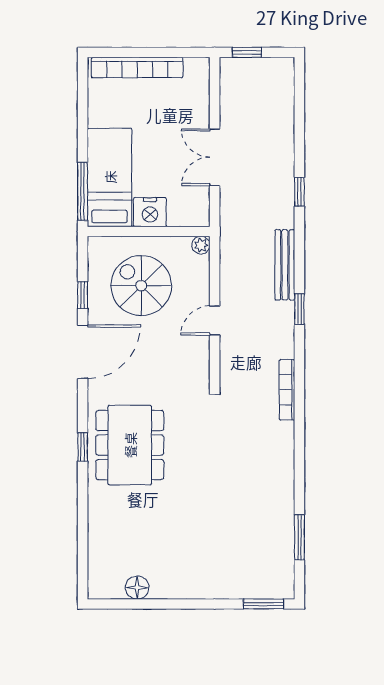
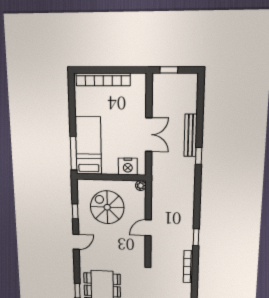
double door: (215, 157) -> (149, 135), swing flipped
nightstand: (150, 212) -> (128, 166), moved
bench: (285, 265) -> (190, 135), moved
window: (299, 309) -> (196, 237), moved
door: (83, 352) -> (76, 242), width x0.53

